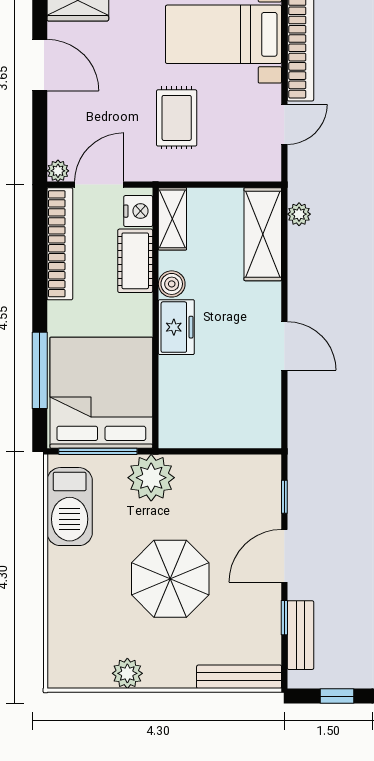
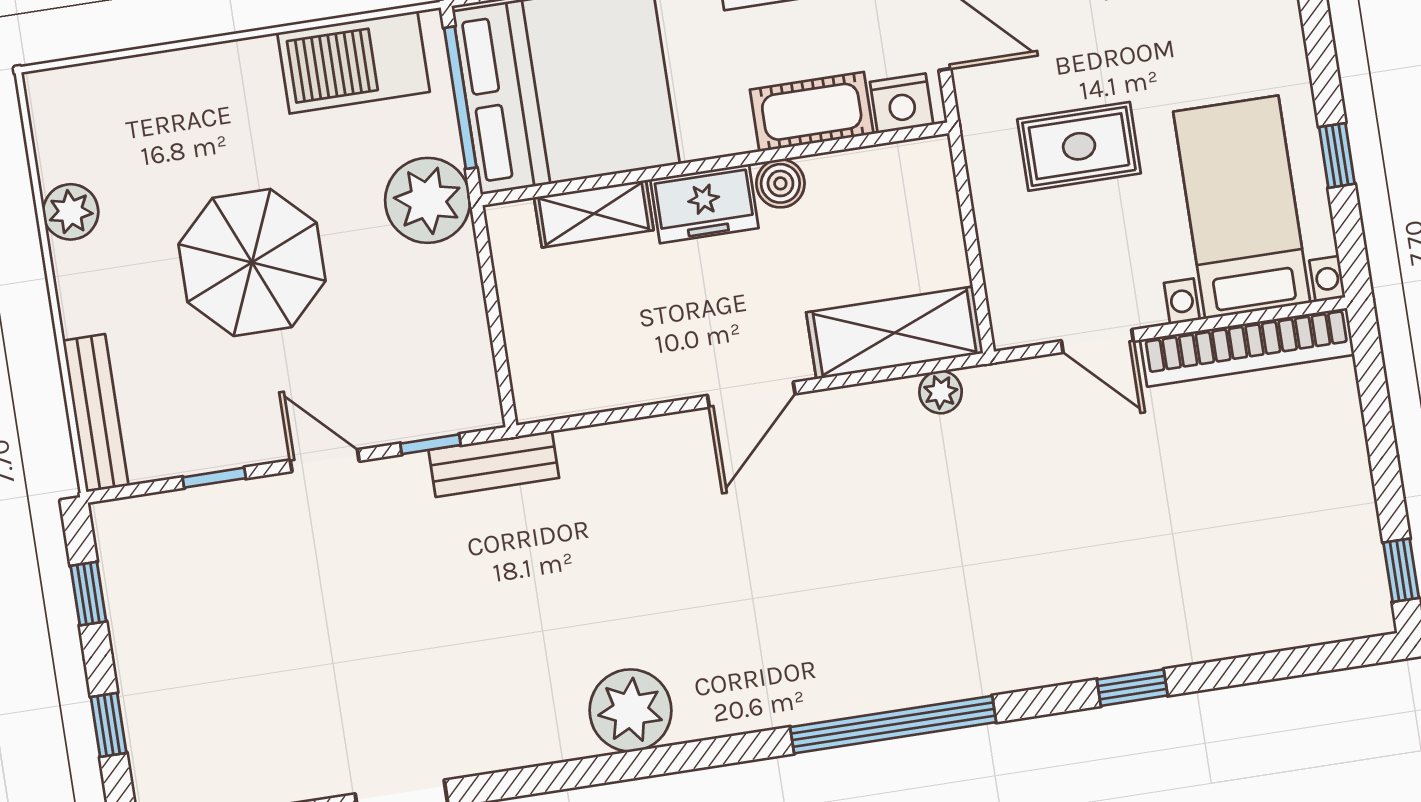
shelving: (172, 219) -> (594, 214), moved
door: (284, 346) -> (751, 395), moved
door: (284, 556) -> (325, 461), width x0.73
bench: (300, 635) -> (494, 464), moved

